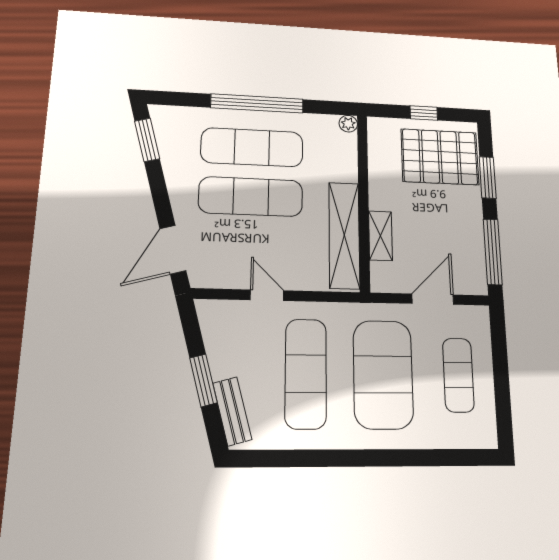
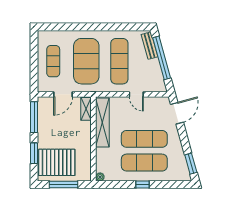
window: (257, 103) -> (143, 185), width x0.32
window: (424, 113) -> (64, 185), width x2.17
shelving: (380, 236) -> (86, 109), moved
window: (203, 380) -> (162, 58), width x2.11

